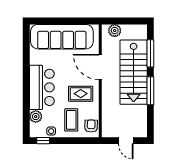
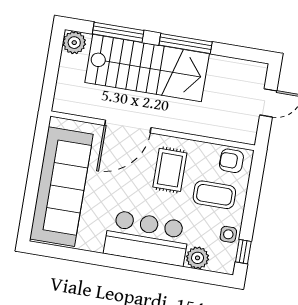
plant: (115, 31) -> (74, 43), moved

